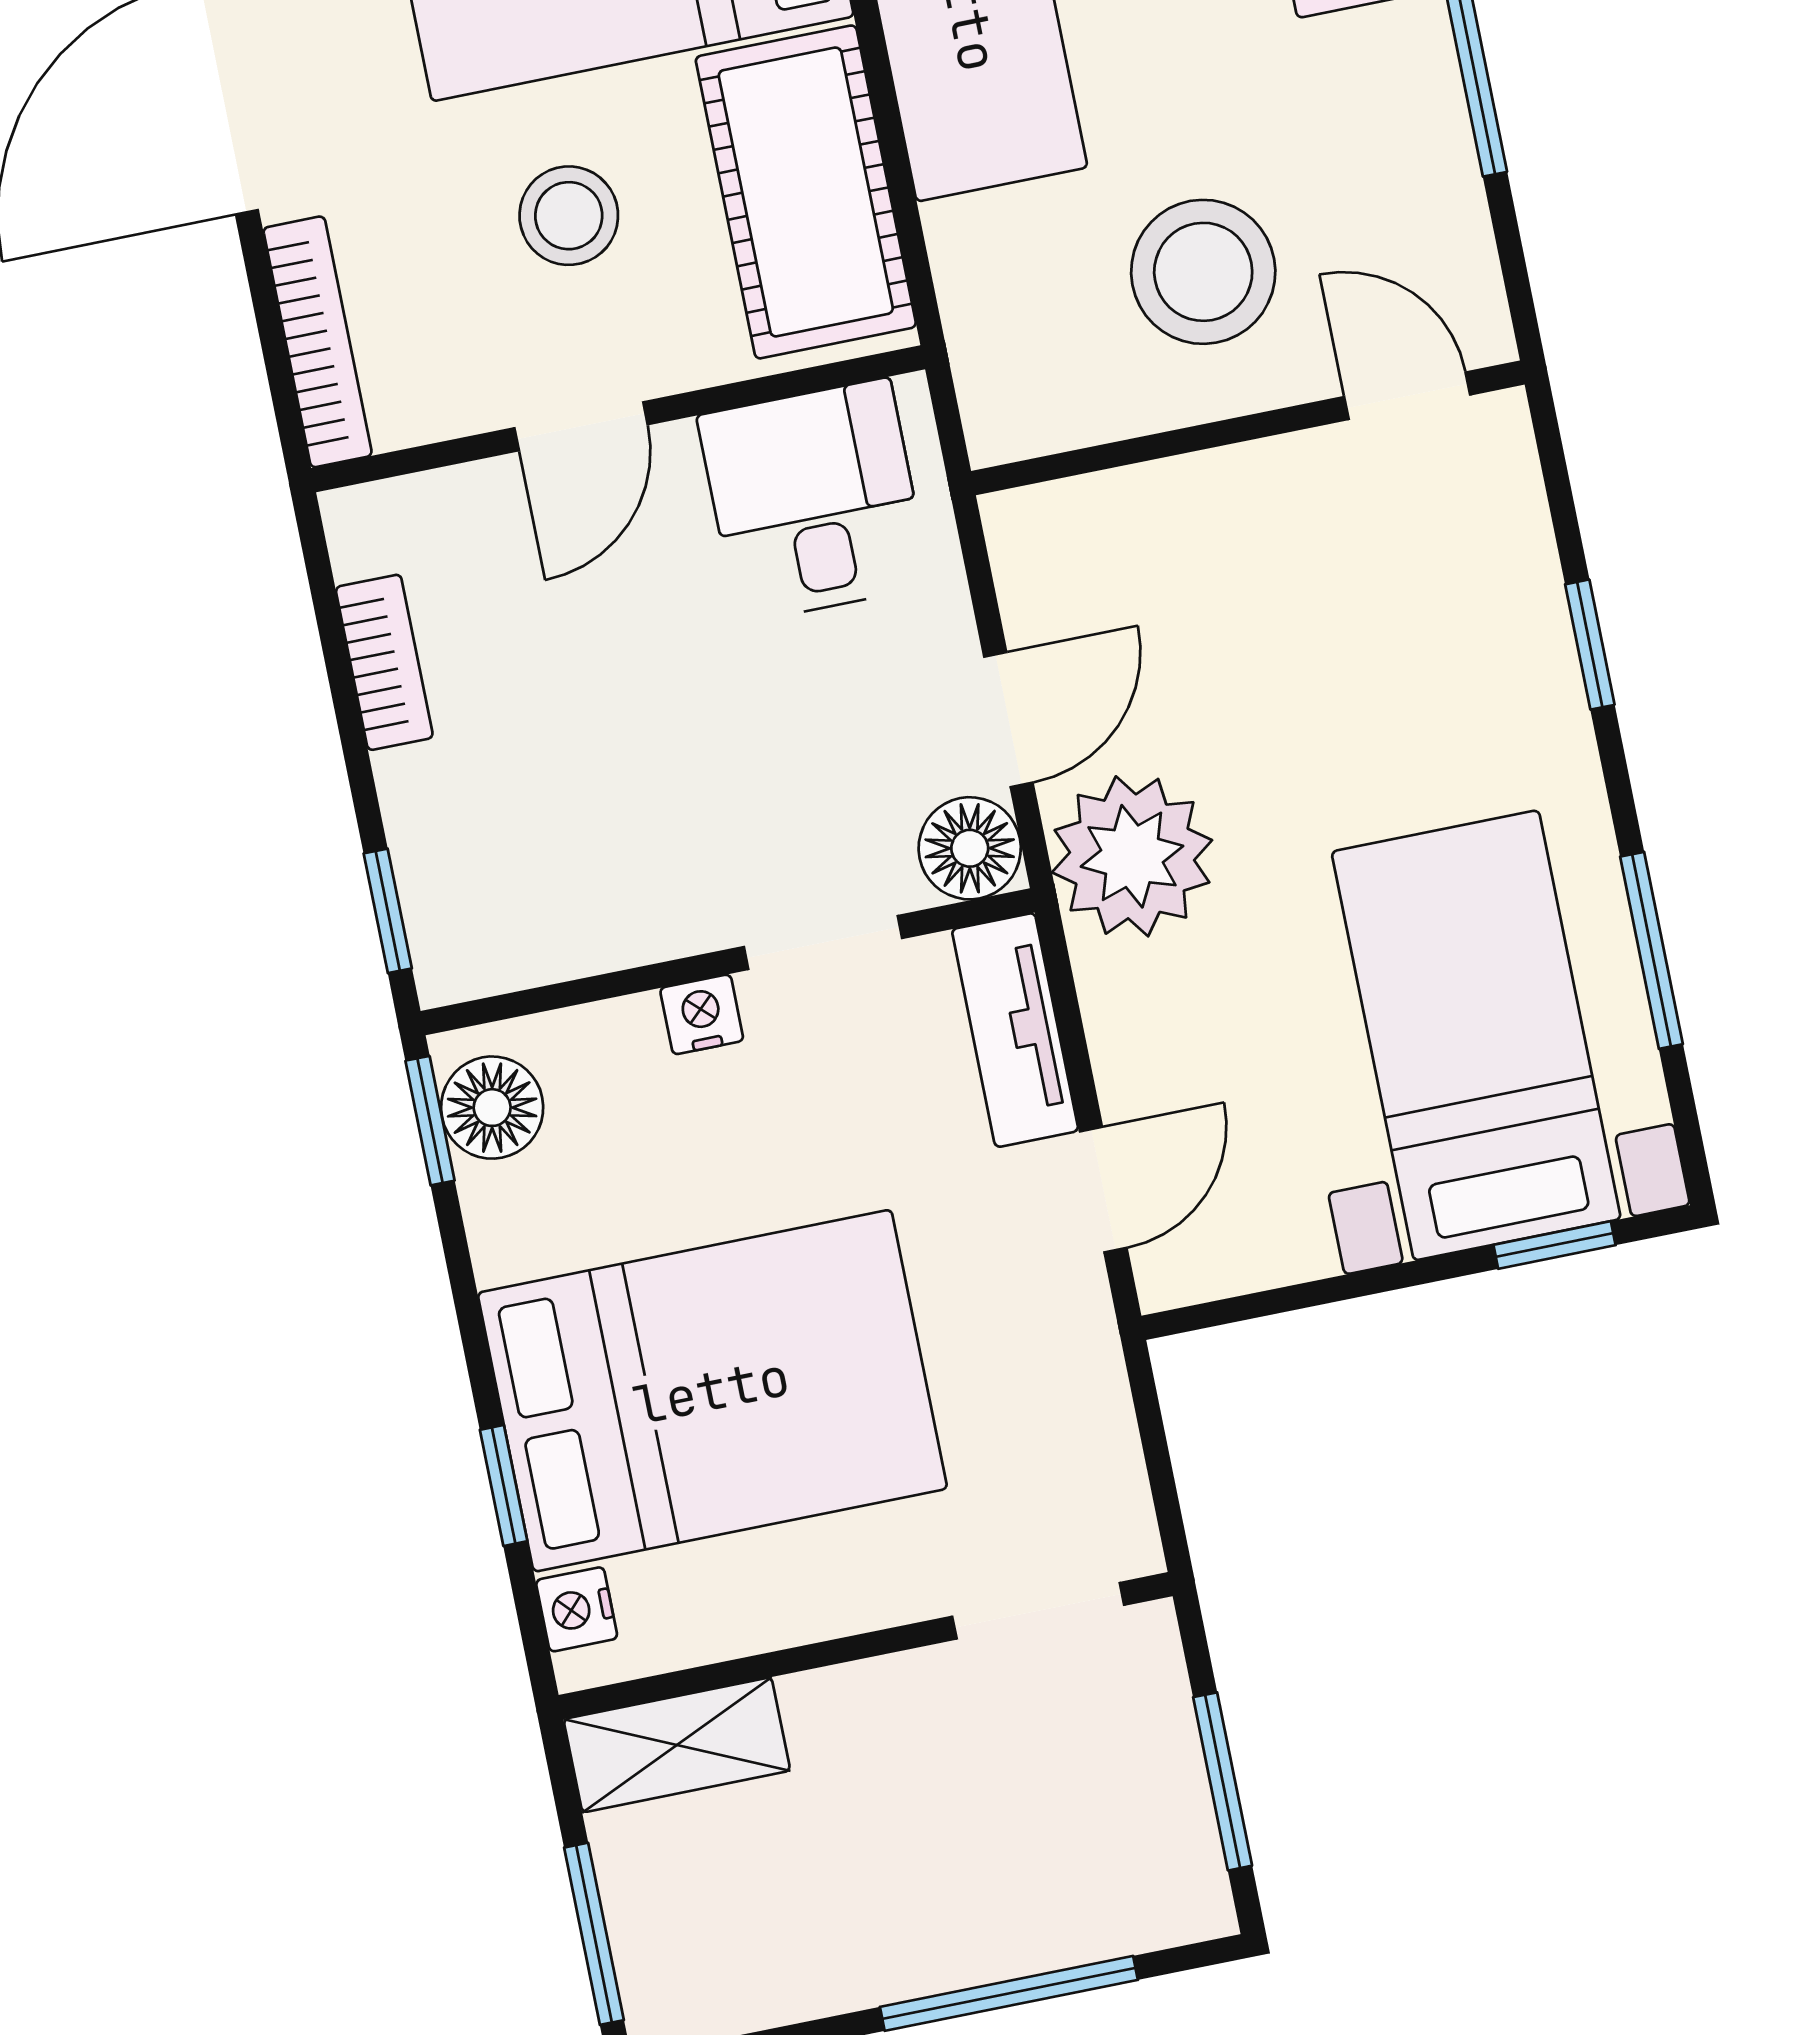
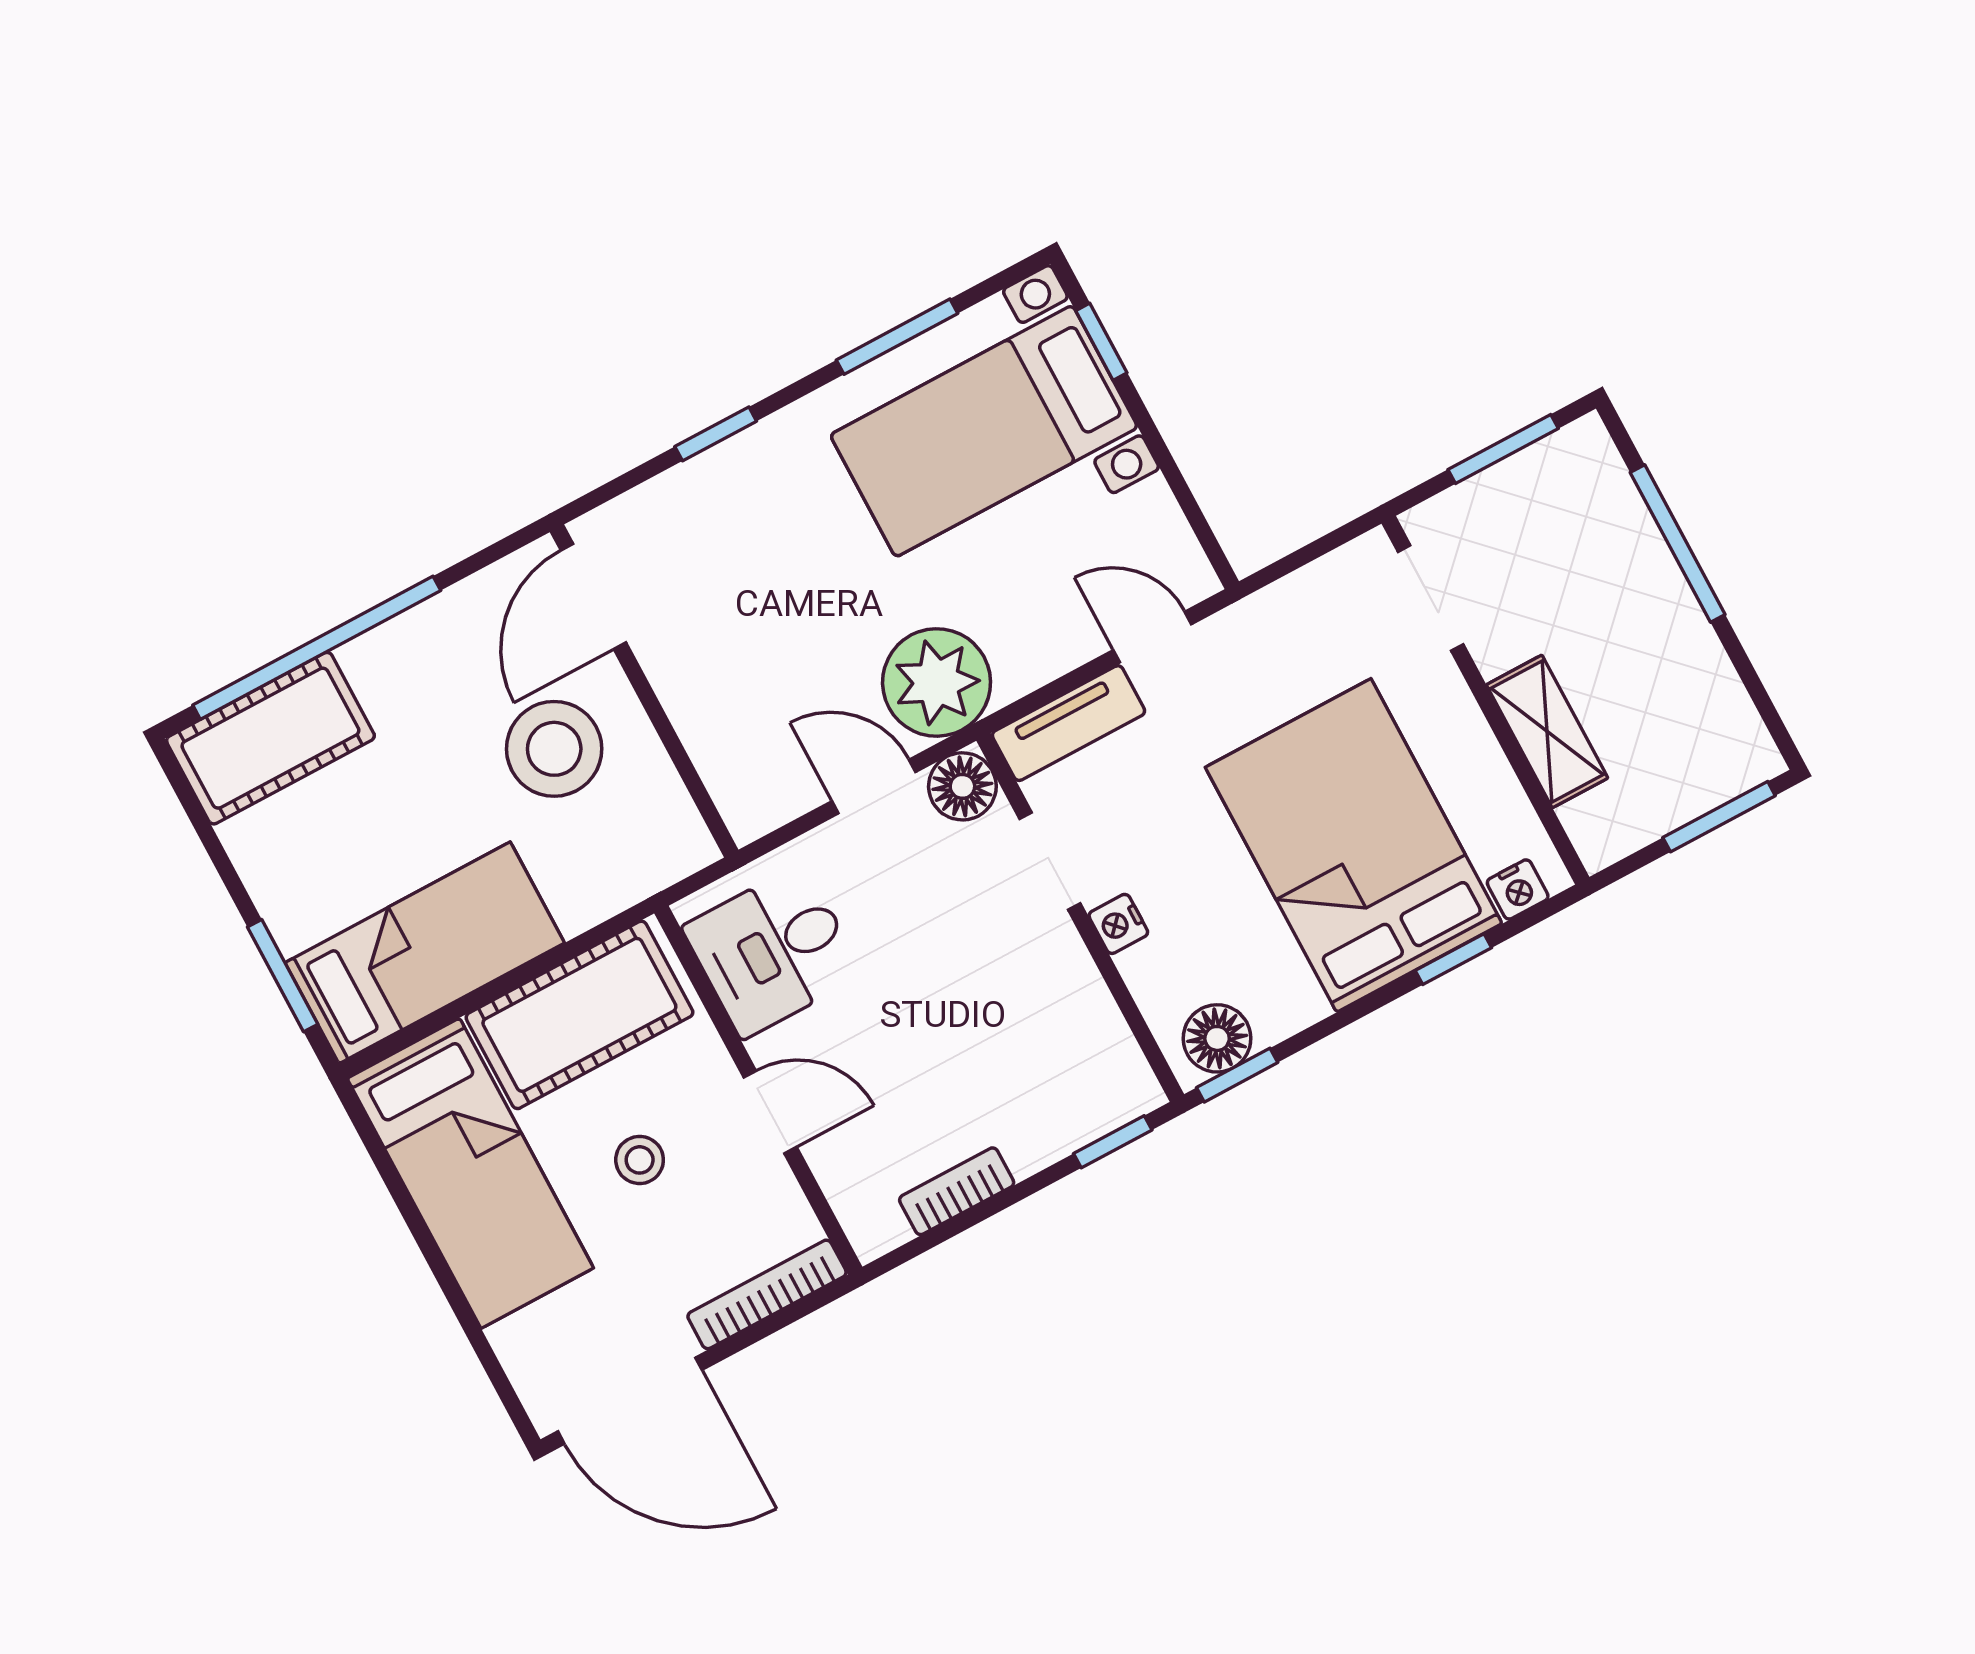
stool: (569, 216) -> (640, 1160), width x0.73, depth x0.73
door: (1407, 396) -> (593, 597), width x1.38
shelving: (677, 1745) -> (1547, 731), moved

